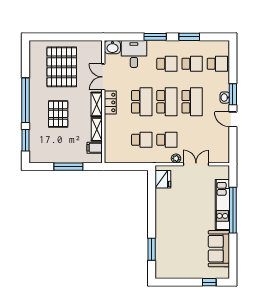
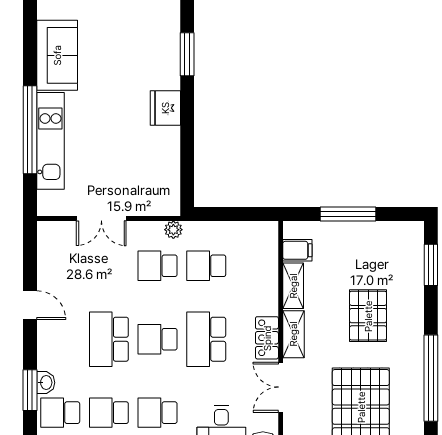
double door: (103, 77) -> (281, 387), swing flipped
window: (233, 94) -> (30, 390), moved
washbasin: (225, 98) -> (46, 383), moved
window: (25, 100) -> (431, 378), moved
school desk: (167, 102) -> (158, 339), width x0.54
plant: (176, 158) -> (173, 230), moved
fridge: (163, 179) -> (165, 108), moved

